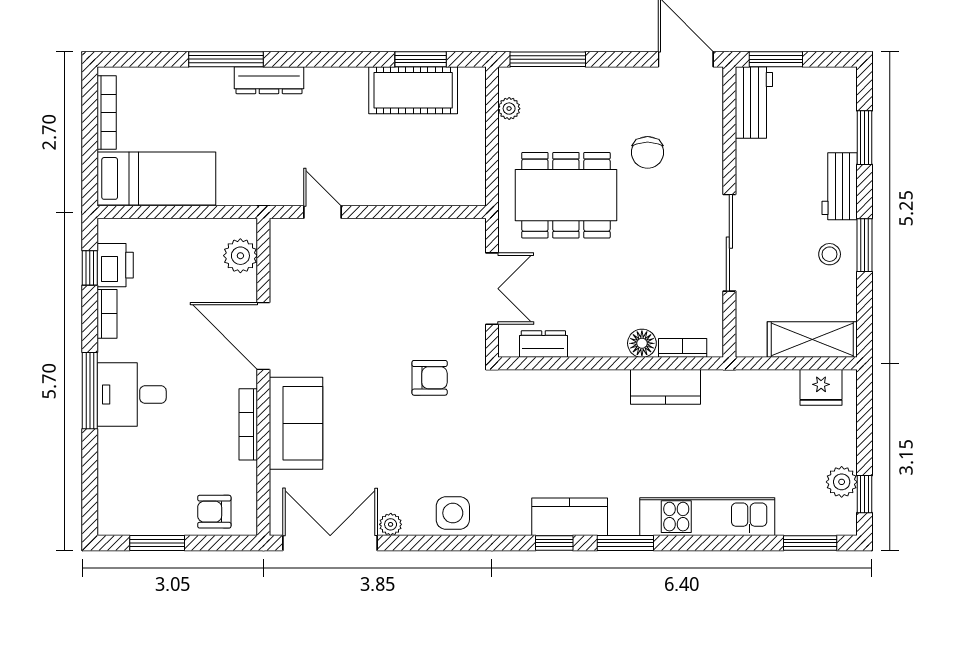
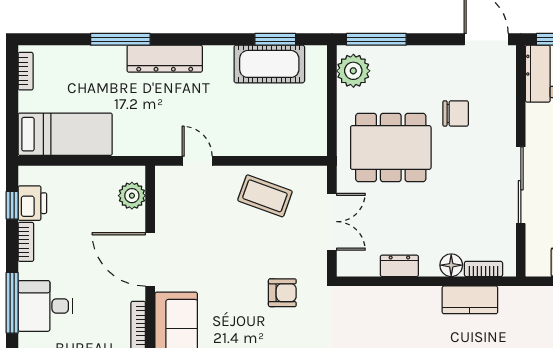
dresser: (269, 80) -> (165, 59), width x1.37, depth x1.24
plant: (509, 109) -> (353, 71), width x1.87, depth x1.87
bookcase: (107, 113) -> (26, 71), width x0.64
chair: (648, 152) -> (456, 113), turned -90
coffee table: (408, 256) -> (265, 196), added
dresser: (543, 344) -> (399, 266), moved

